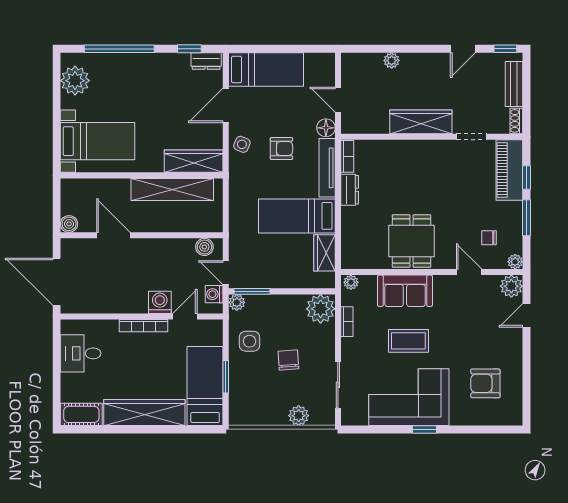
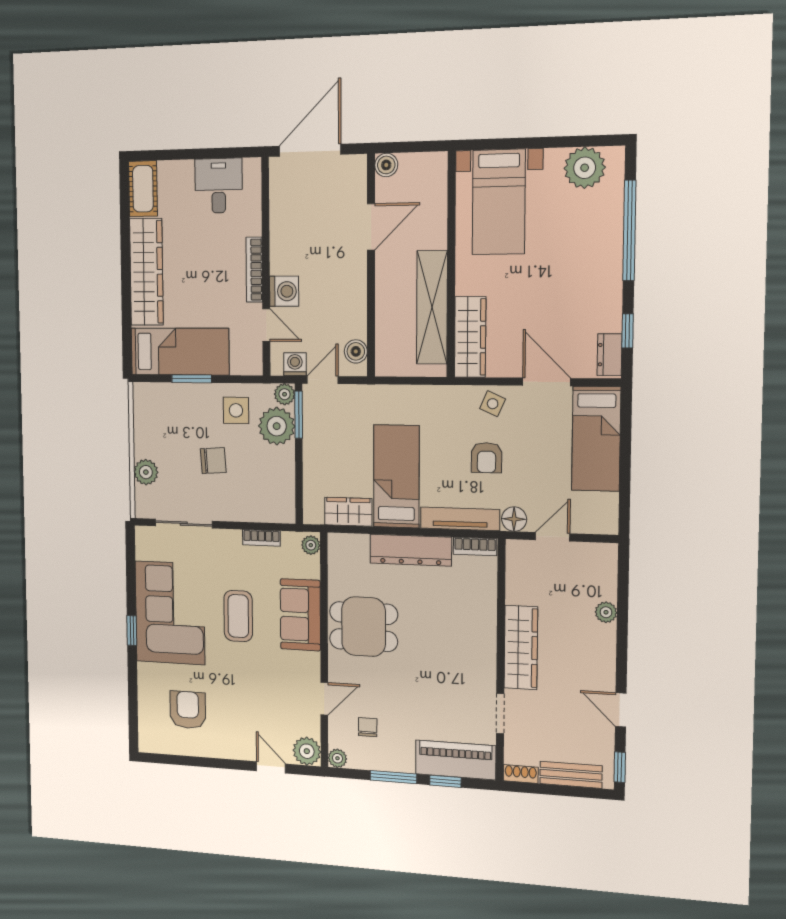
dresser: (350, 190) -> (411, 550), width x1.96, depth x1.24
plant: (321, 309) -> (277, 426), moved

